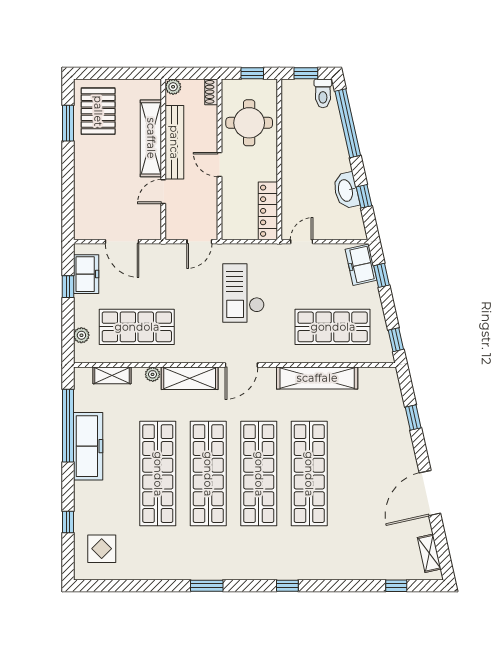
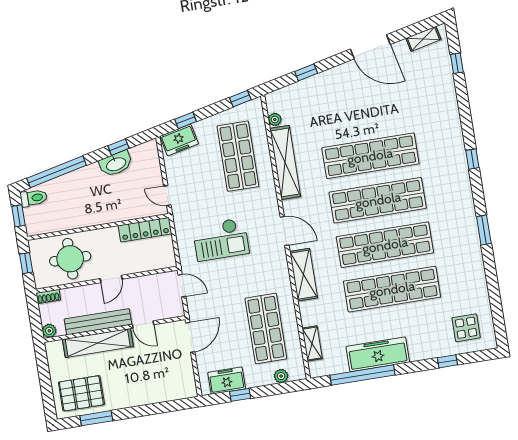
door: (122, 242) -> (190, 337), moved
plant: (153, 374) -> (275, 119), moved

